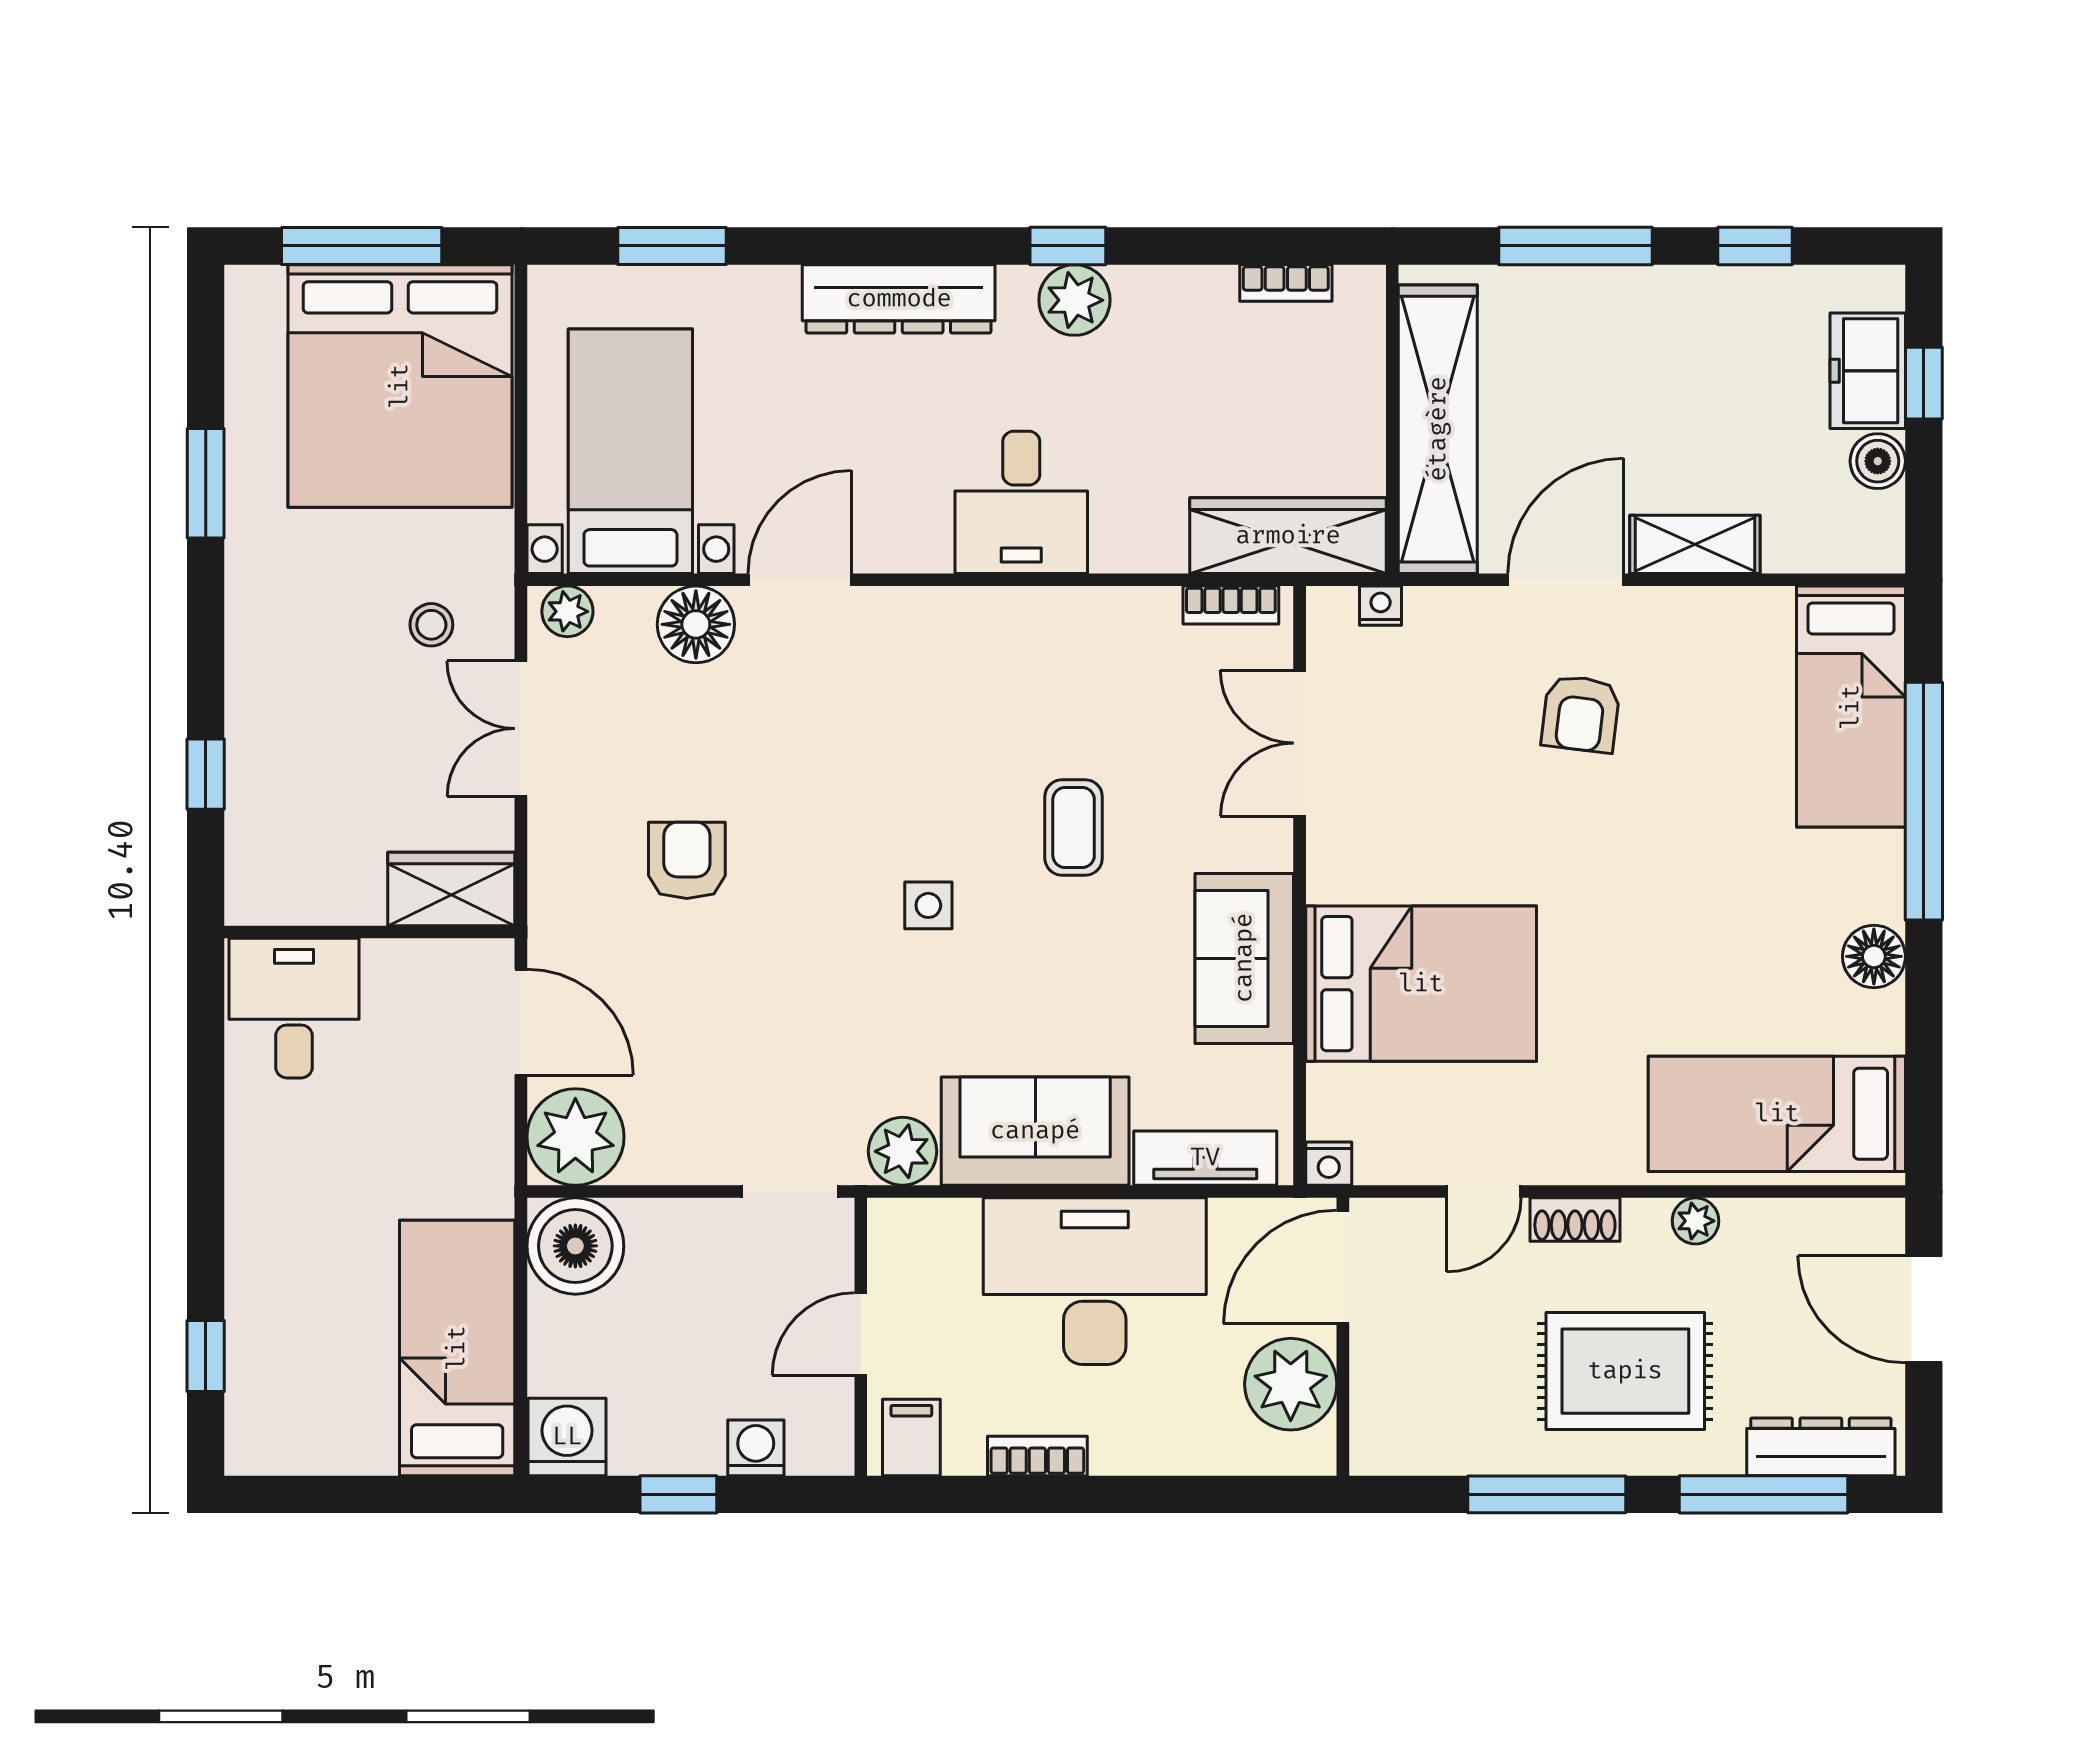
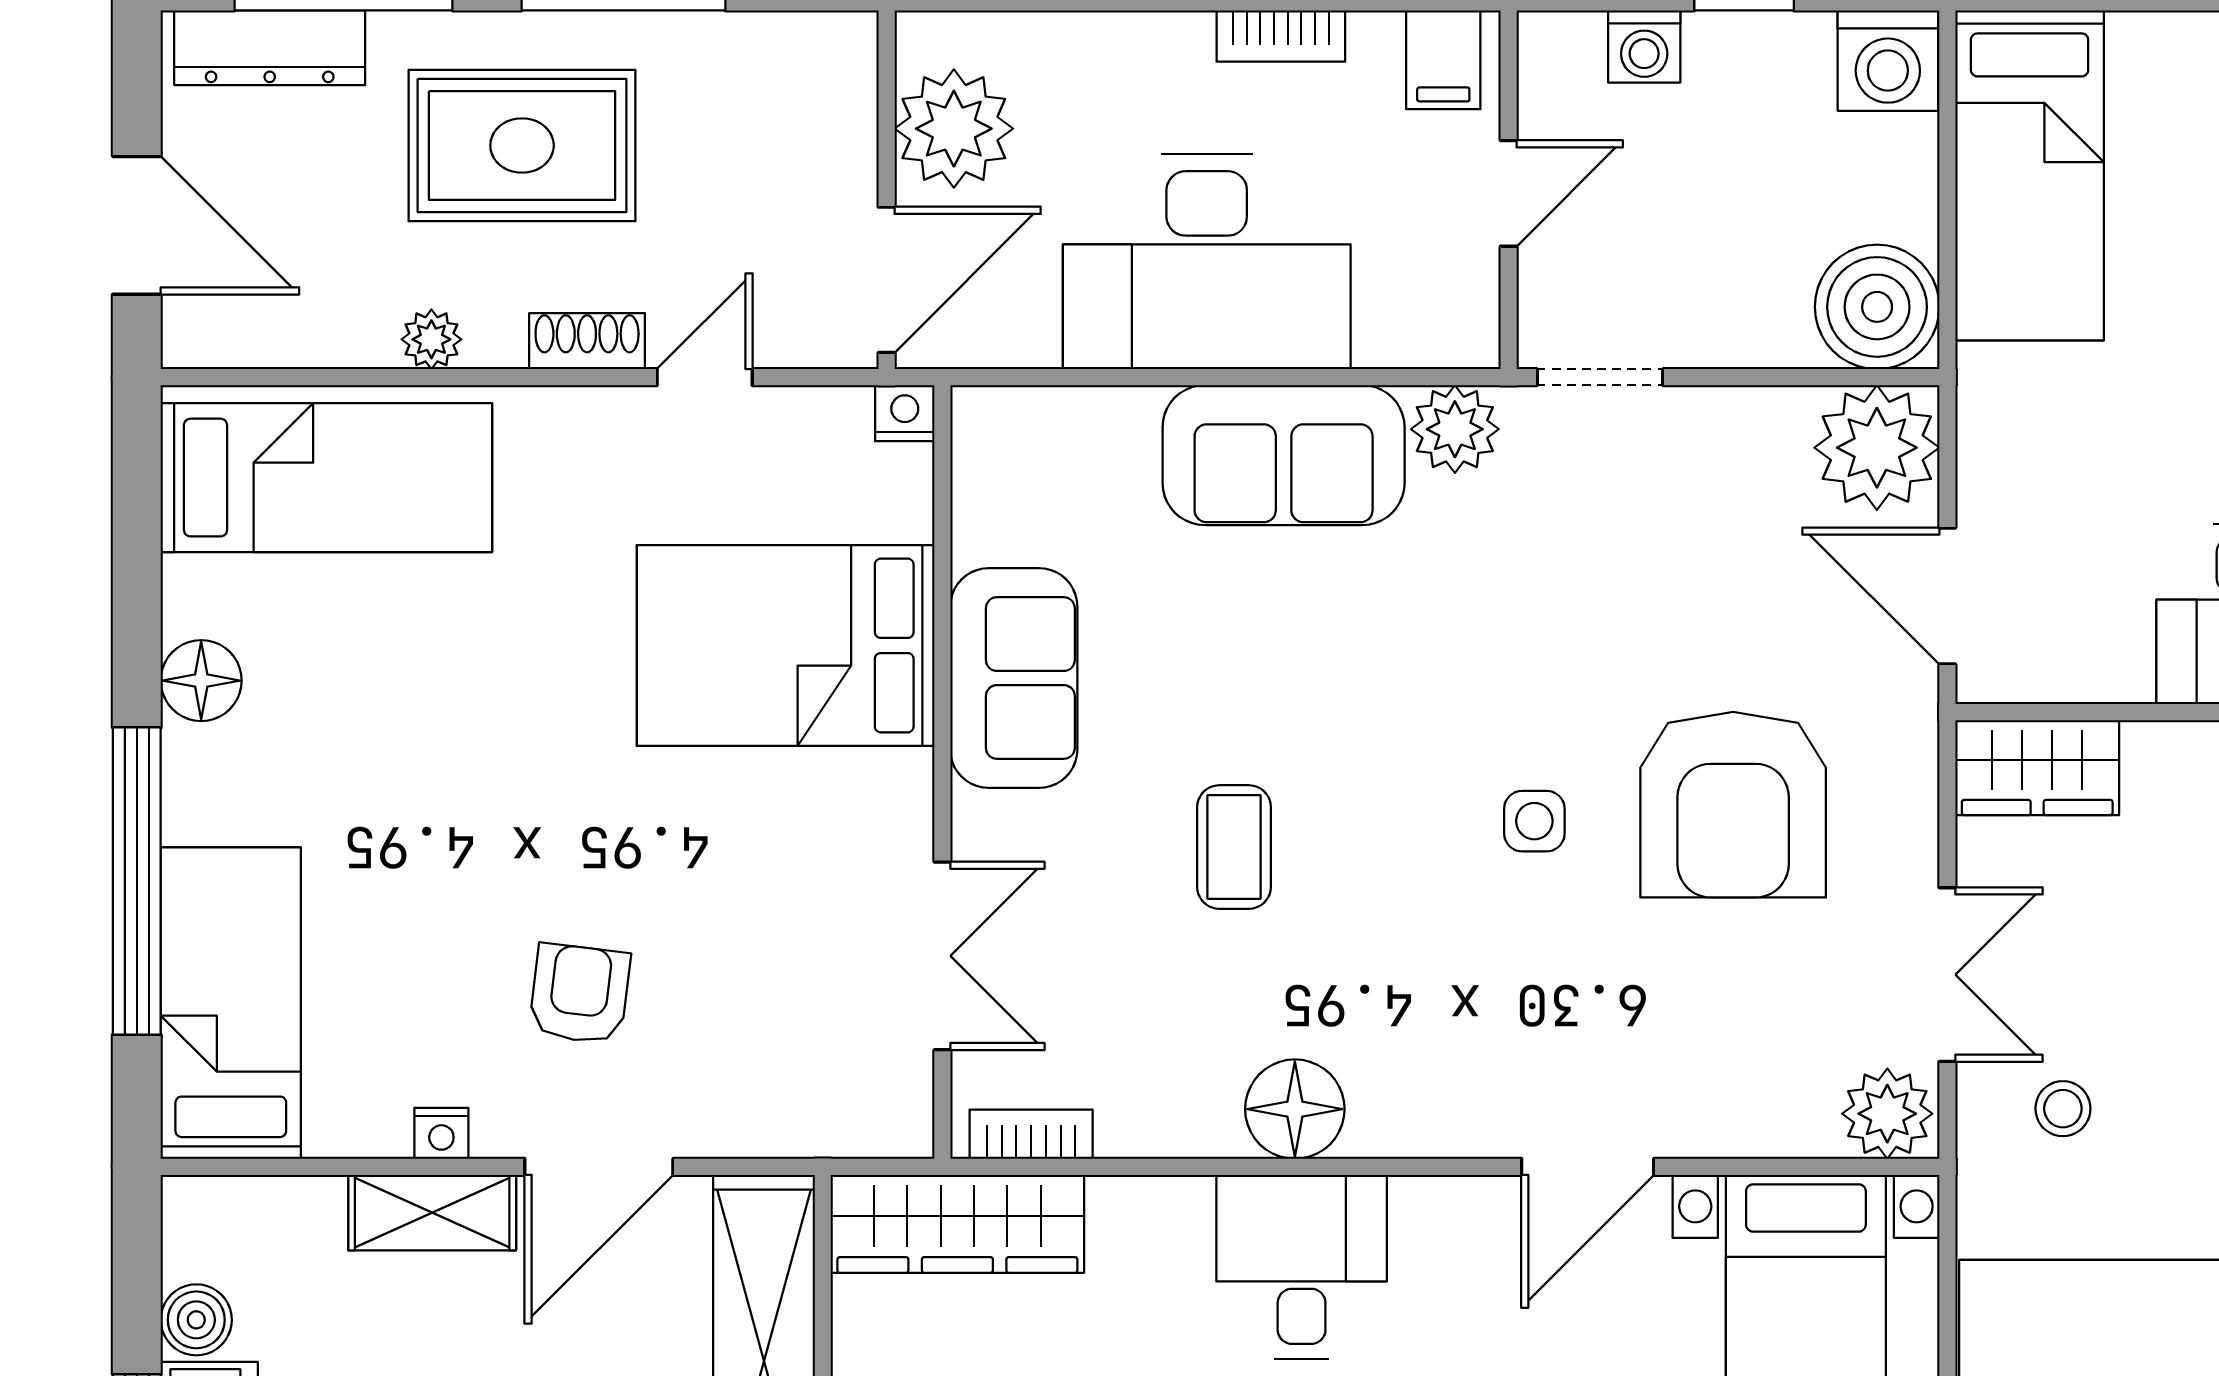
nightstand: (1381, 606) -> (441, 1133), moved
plant: (567, 611) -> (1887, 1114), width x1.38, depth x1.38
floor lamp: (696, 624) -> (1295, 1109), moved
armchair: (687, 860) -> (1733, 805), width x1.88, depth x1.88
side table: (928, 905) -> (1534, 821), moved
tv unit: (1205, 1158) -> (1064, 420), removed

